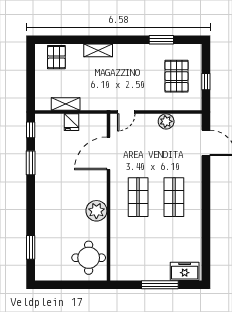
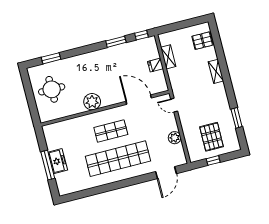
pallet: (177, 76) -> (212, 137), turned 90
shop shelf: (174, 197) -> (118, 159), width x2.00, depth x1.36
round table: (89, 258) -> (52, 89), moved
freezer: (185, 271) -> (58, 161), moved

